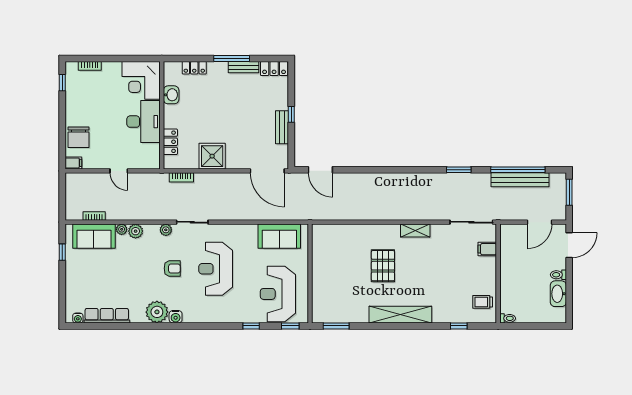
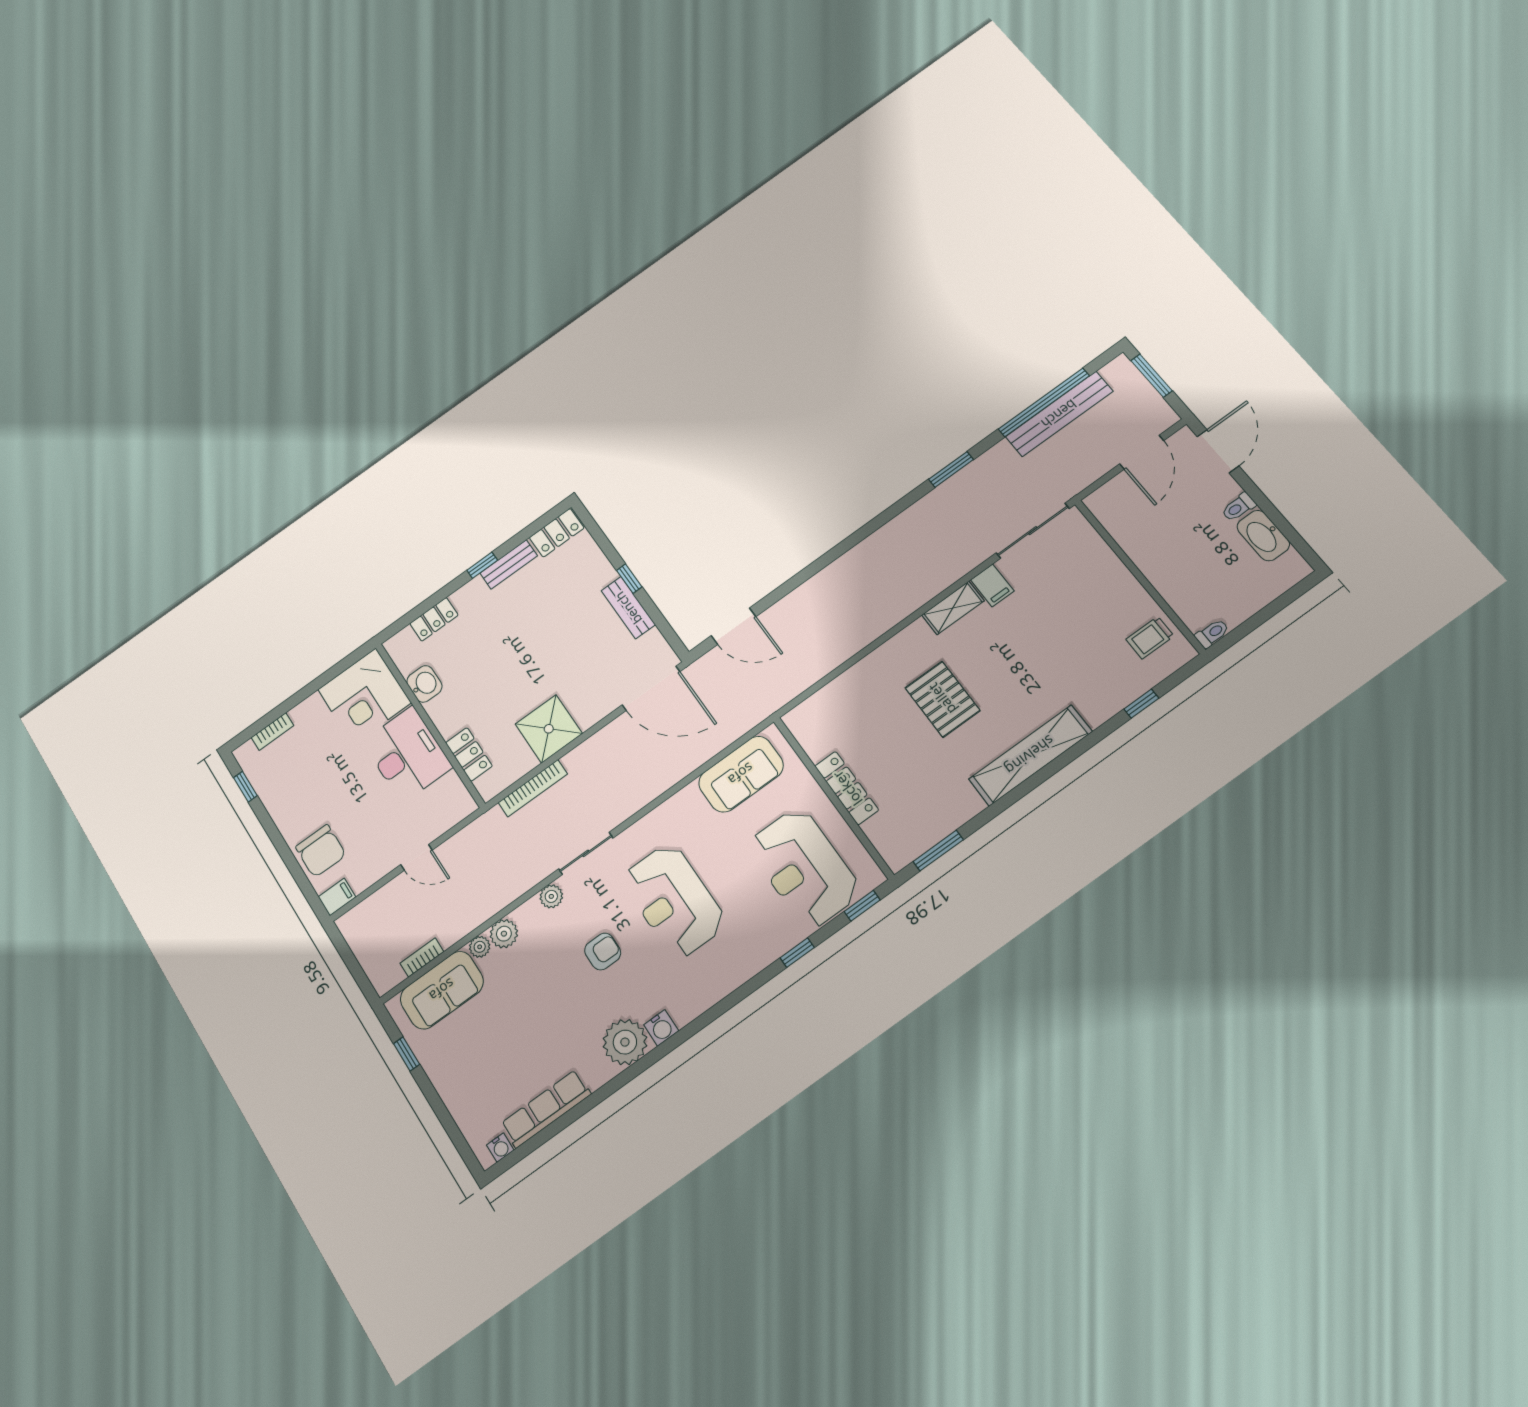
window: (232, 59) -> (482, 565), width x0.46
bookcase: (181, 177) -> (533, 788), width x1.56
filing cabinet: (487, 249) -> (992, 585), moved, turned -90
locker: (318, 274) -> (847, 788), added

